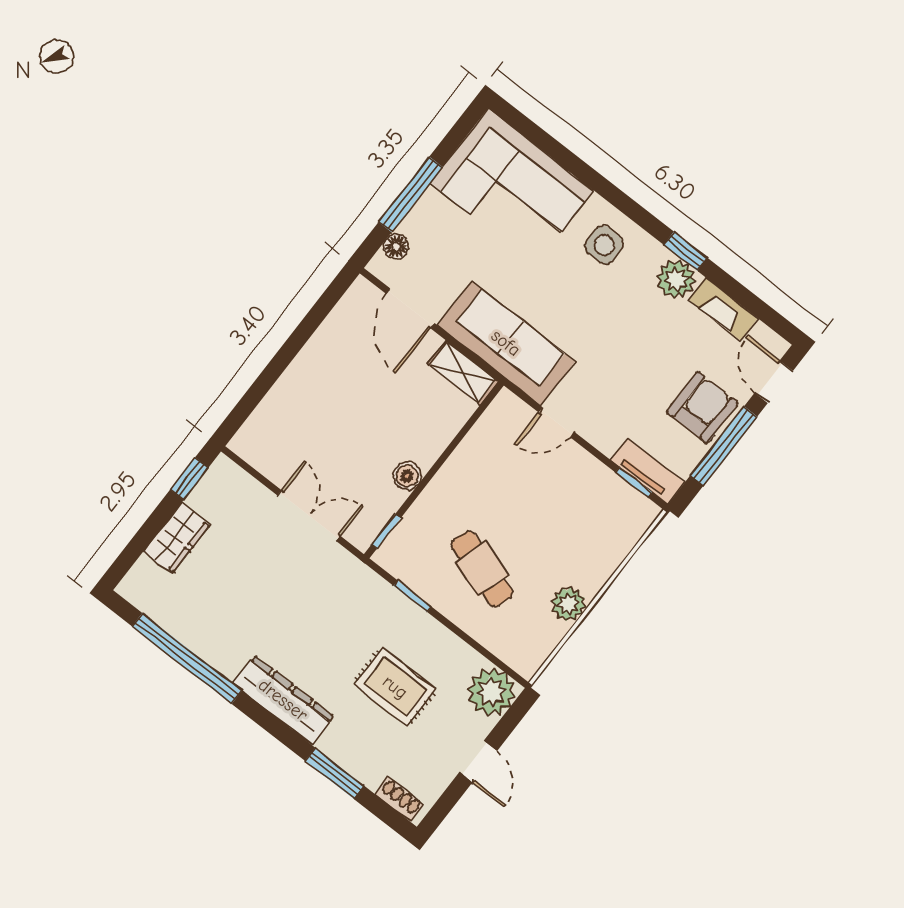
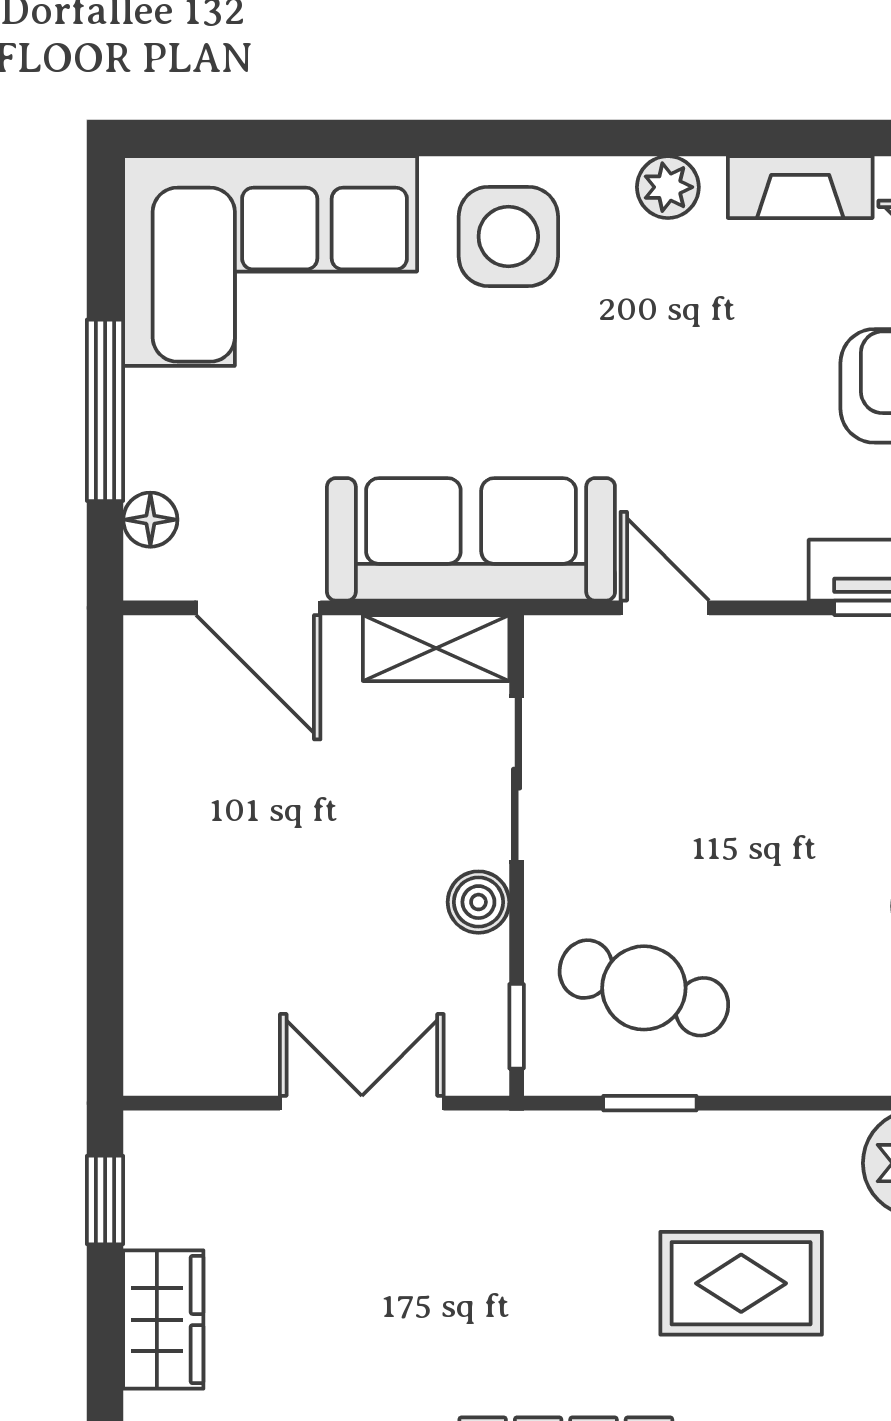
side table: (604, 245) -> (508, 236), width x1.37, depth x1.37
window: (685, 251) -> (658, 138), removed
plant: (676, 279) -> (668, 187), width x0.73, depth x0.73
door: (557, 422) -> (665, 608), swing flipped
sliding door: (455, 442) -> (517, 779), added
cafe table: (482, 569) -> (644, 988), moved

